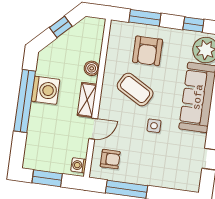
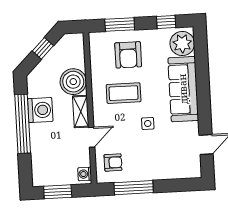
boiler: (92, 68) -> (73, 82), width x1.86, depth x1.86
coffee table: (135, 89) -> (124, 93), turned -30

